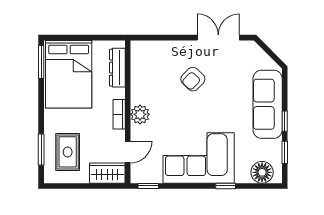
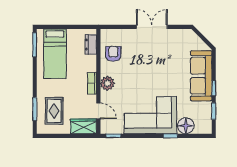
double door: (218, 38) -> (152, 27), moved
dresser: (117, 68) -> (91, 44), width x0.70
bed: (69, 74) -> (55, 54), width x0.67
armchair: (193, 79) -> (113, 54), moved, turned 136
door: (128, 152) -> (98, 111), hinge flipped
floor lamp: (262, 172) -> (186, 126), moved

